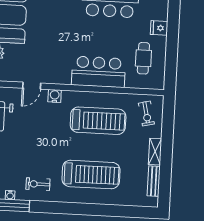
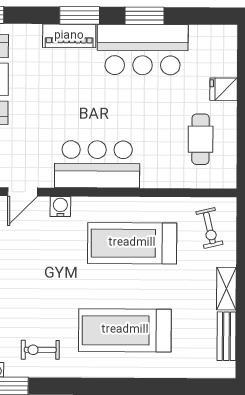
bar counter: (98, 72) -> (97, 164), moved
treadmill: (98, 121) -> (132, 243), turned 180
treadmill: (91, 175) -> (125, 330), turned 180

